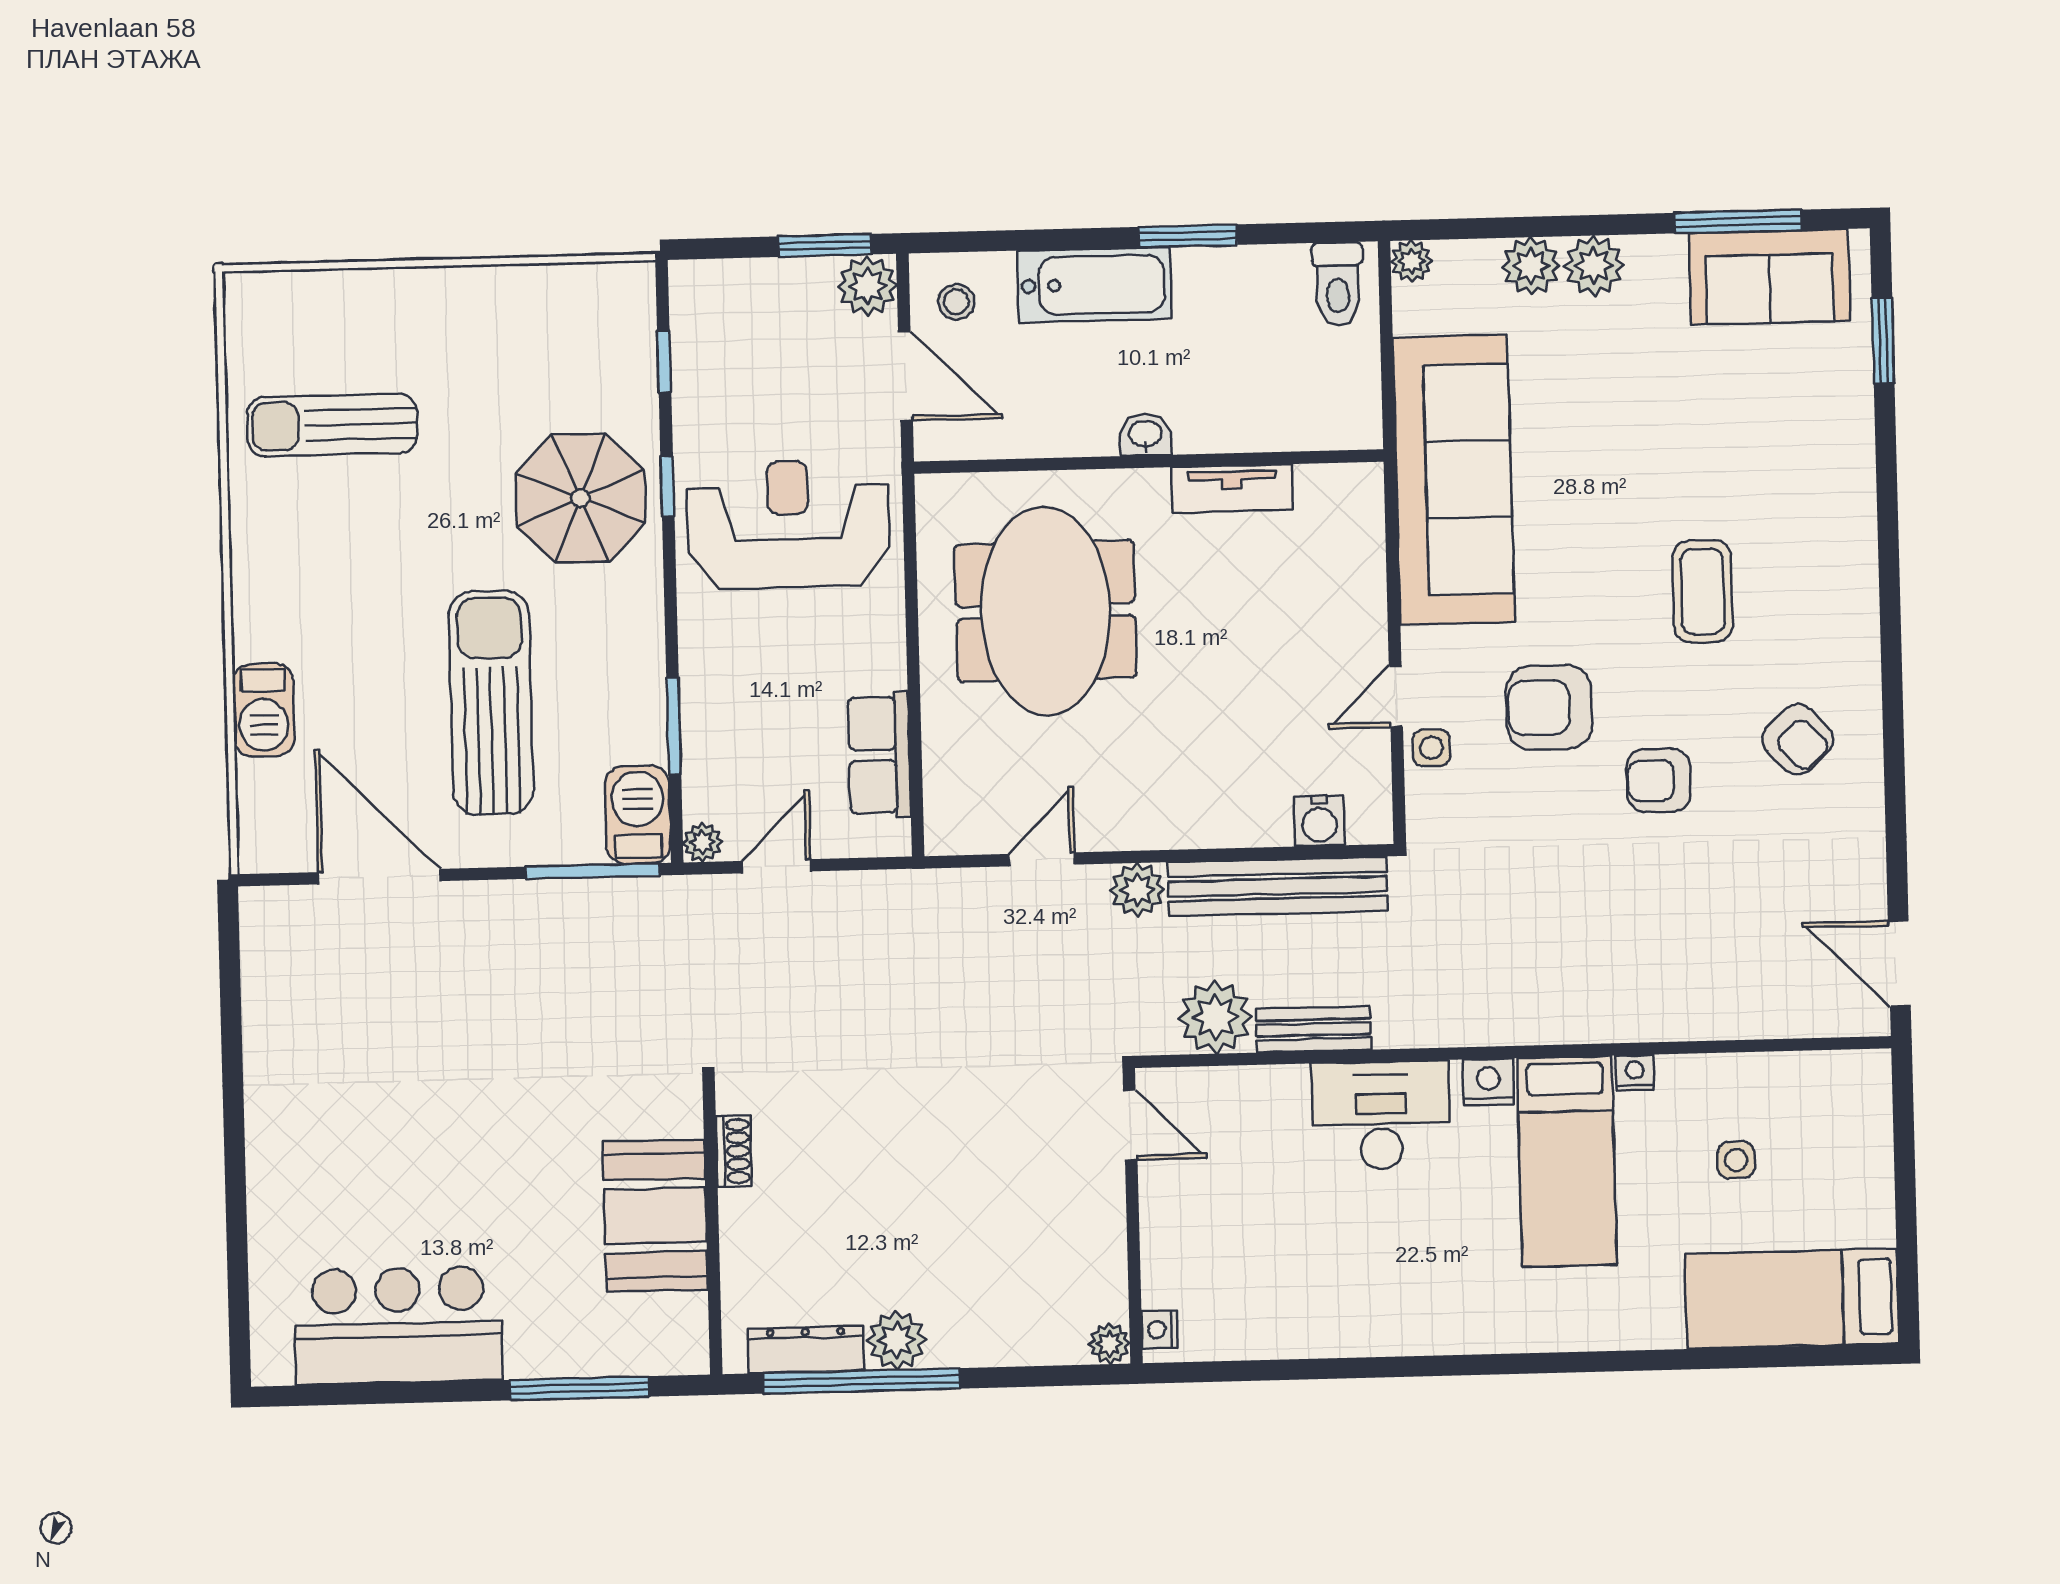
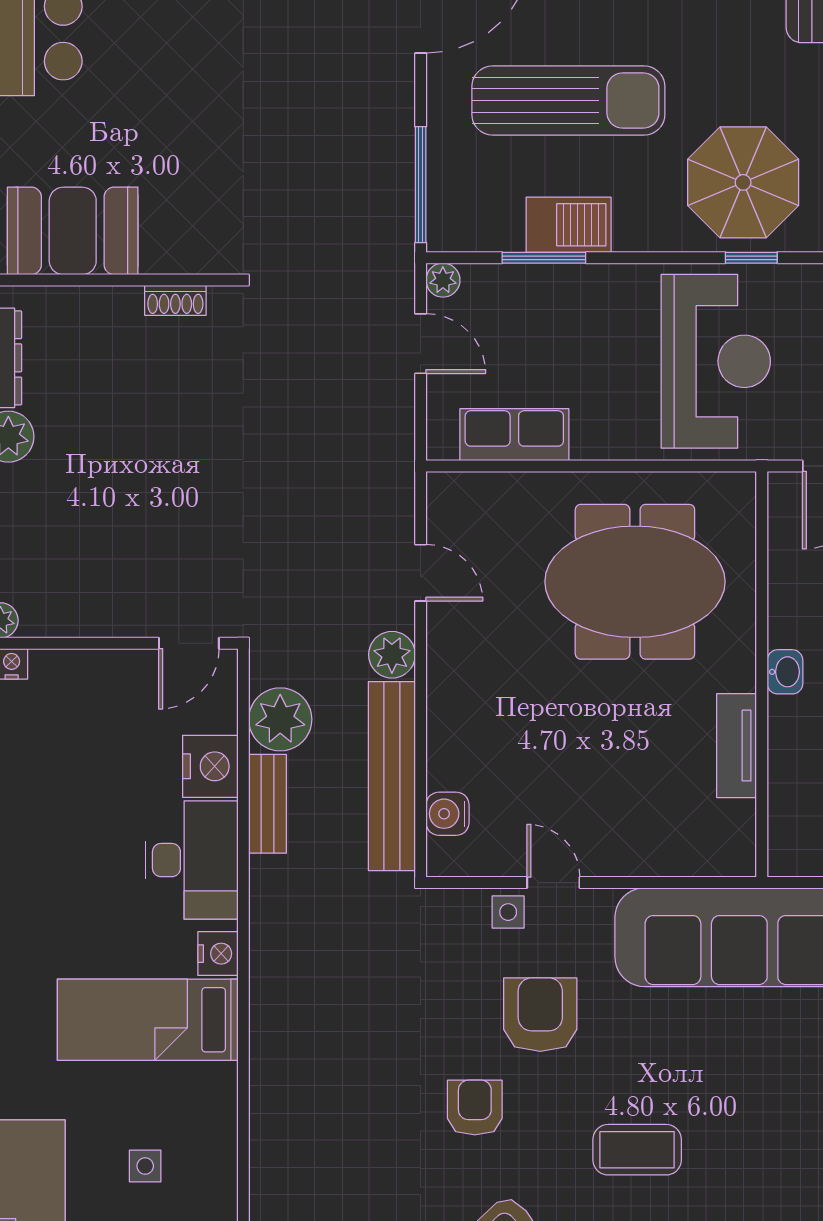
barbecue: (638, 815) -> (569, 225), moved
nightstand: (1635, 1073) -> (210, 766), moved, width x1.89, depth x1.79
booth: (655, 1216) -> (73, 231), moved

